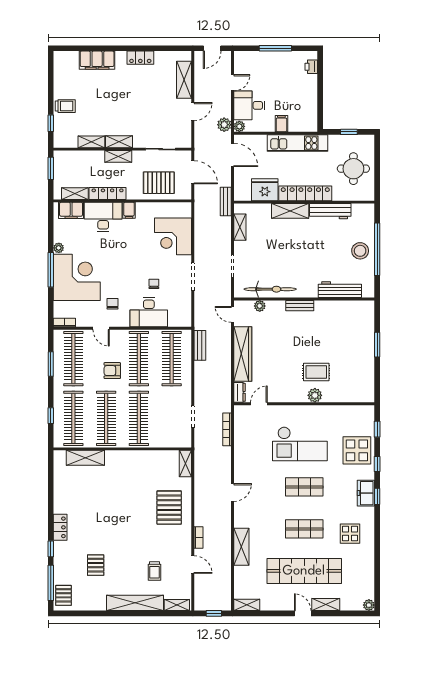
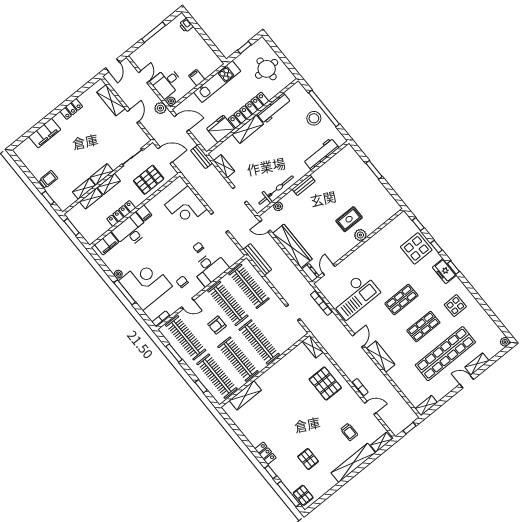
shelving: (75, 194) -> (91, 198), moved
bench: (200, 345) -> (257, 260), width x1.36
checkout: (300, 444) -> (355, 296), moved
shelving: (241, 547) -> (381, 357), moved

